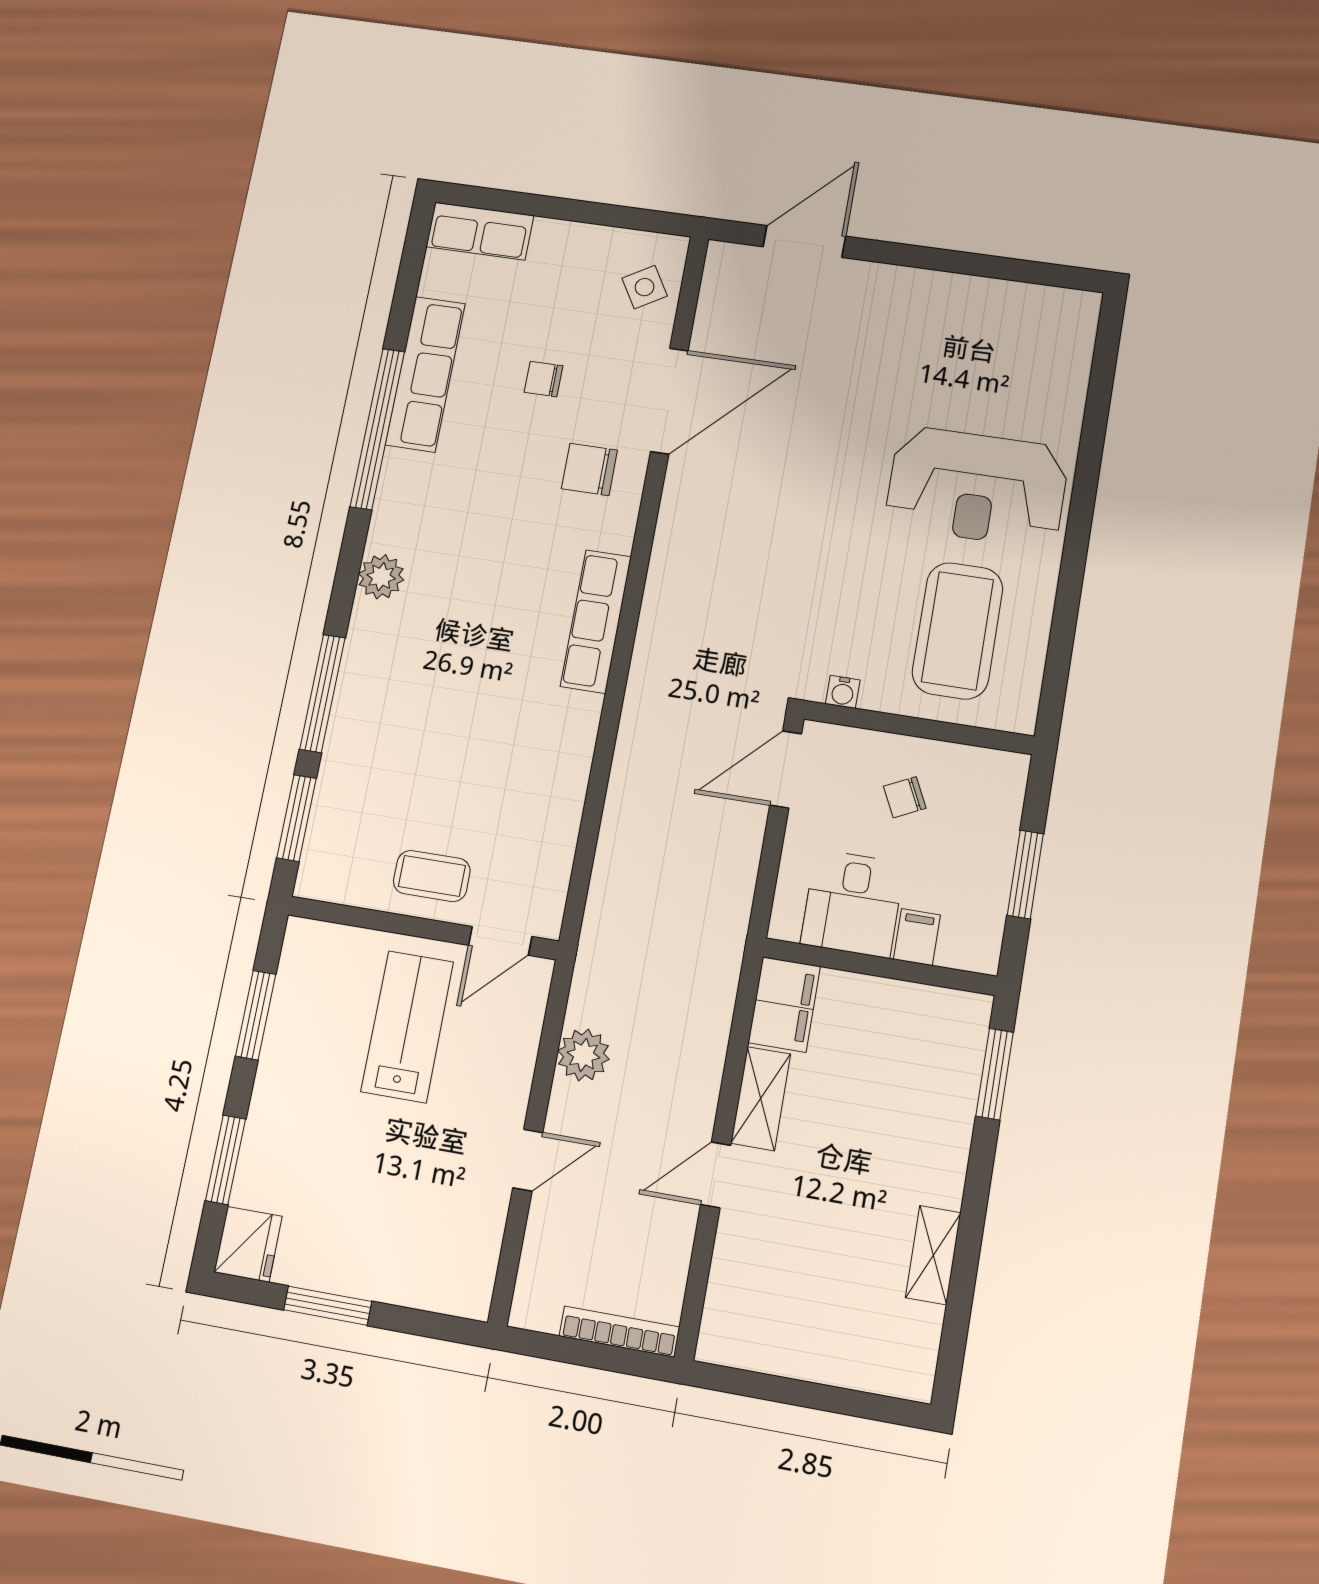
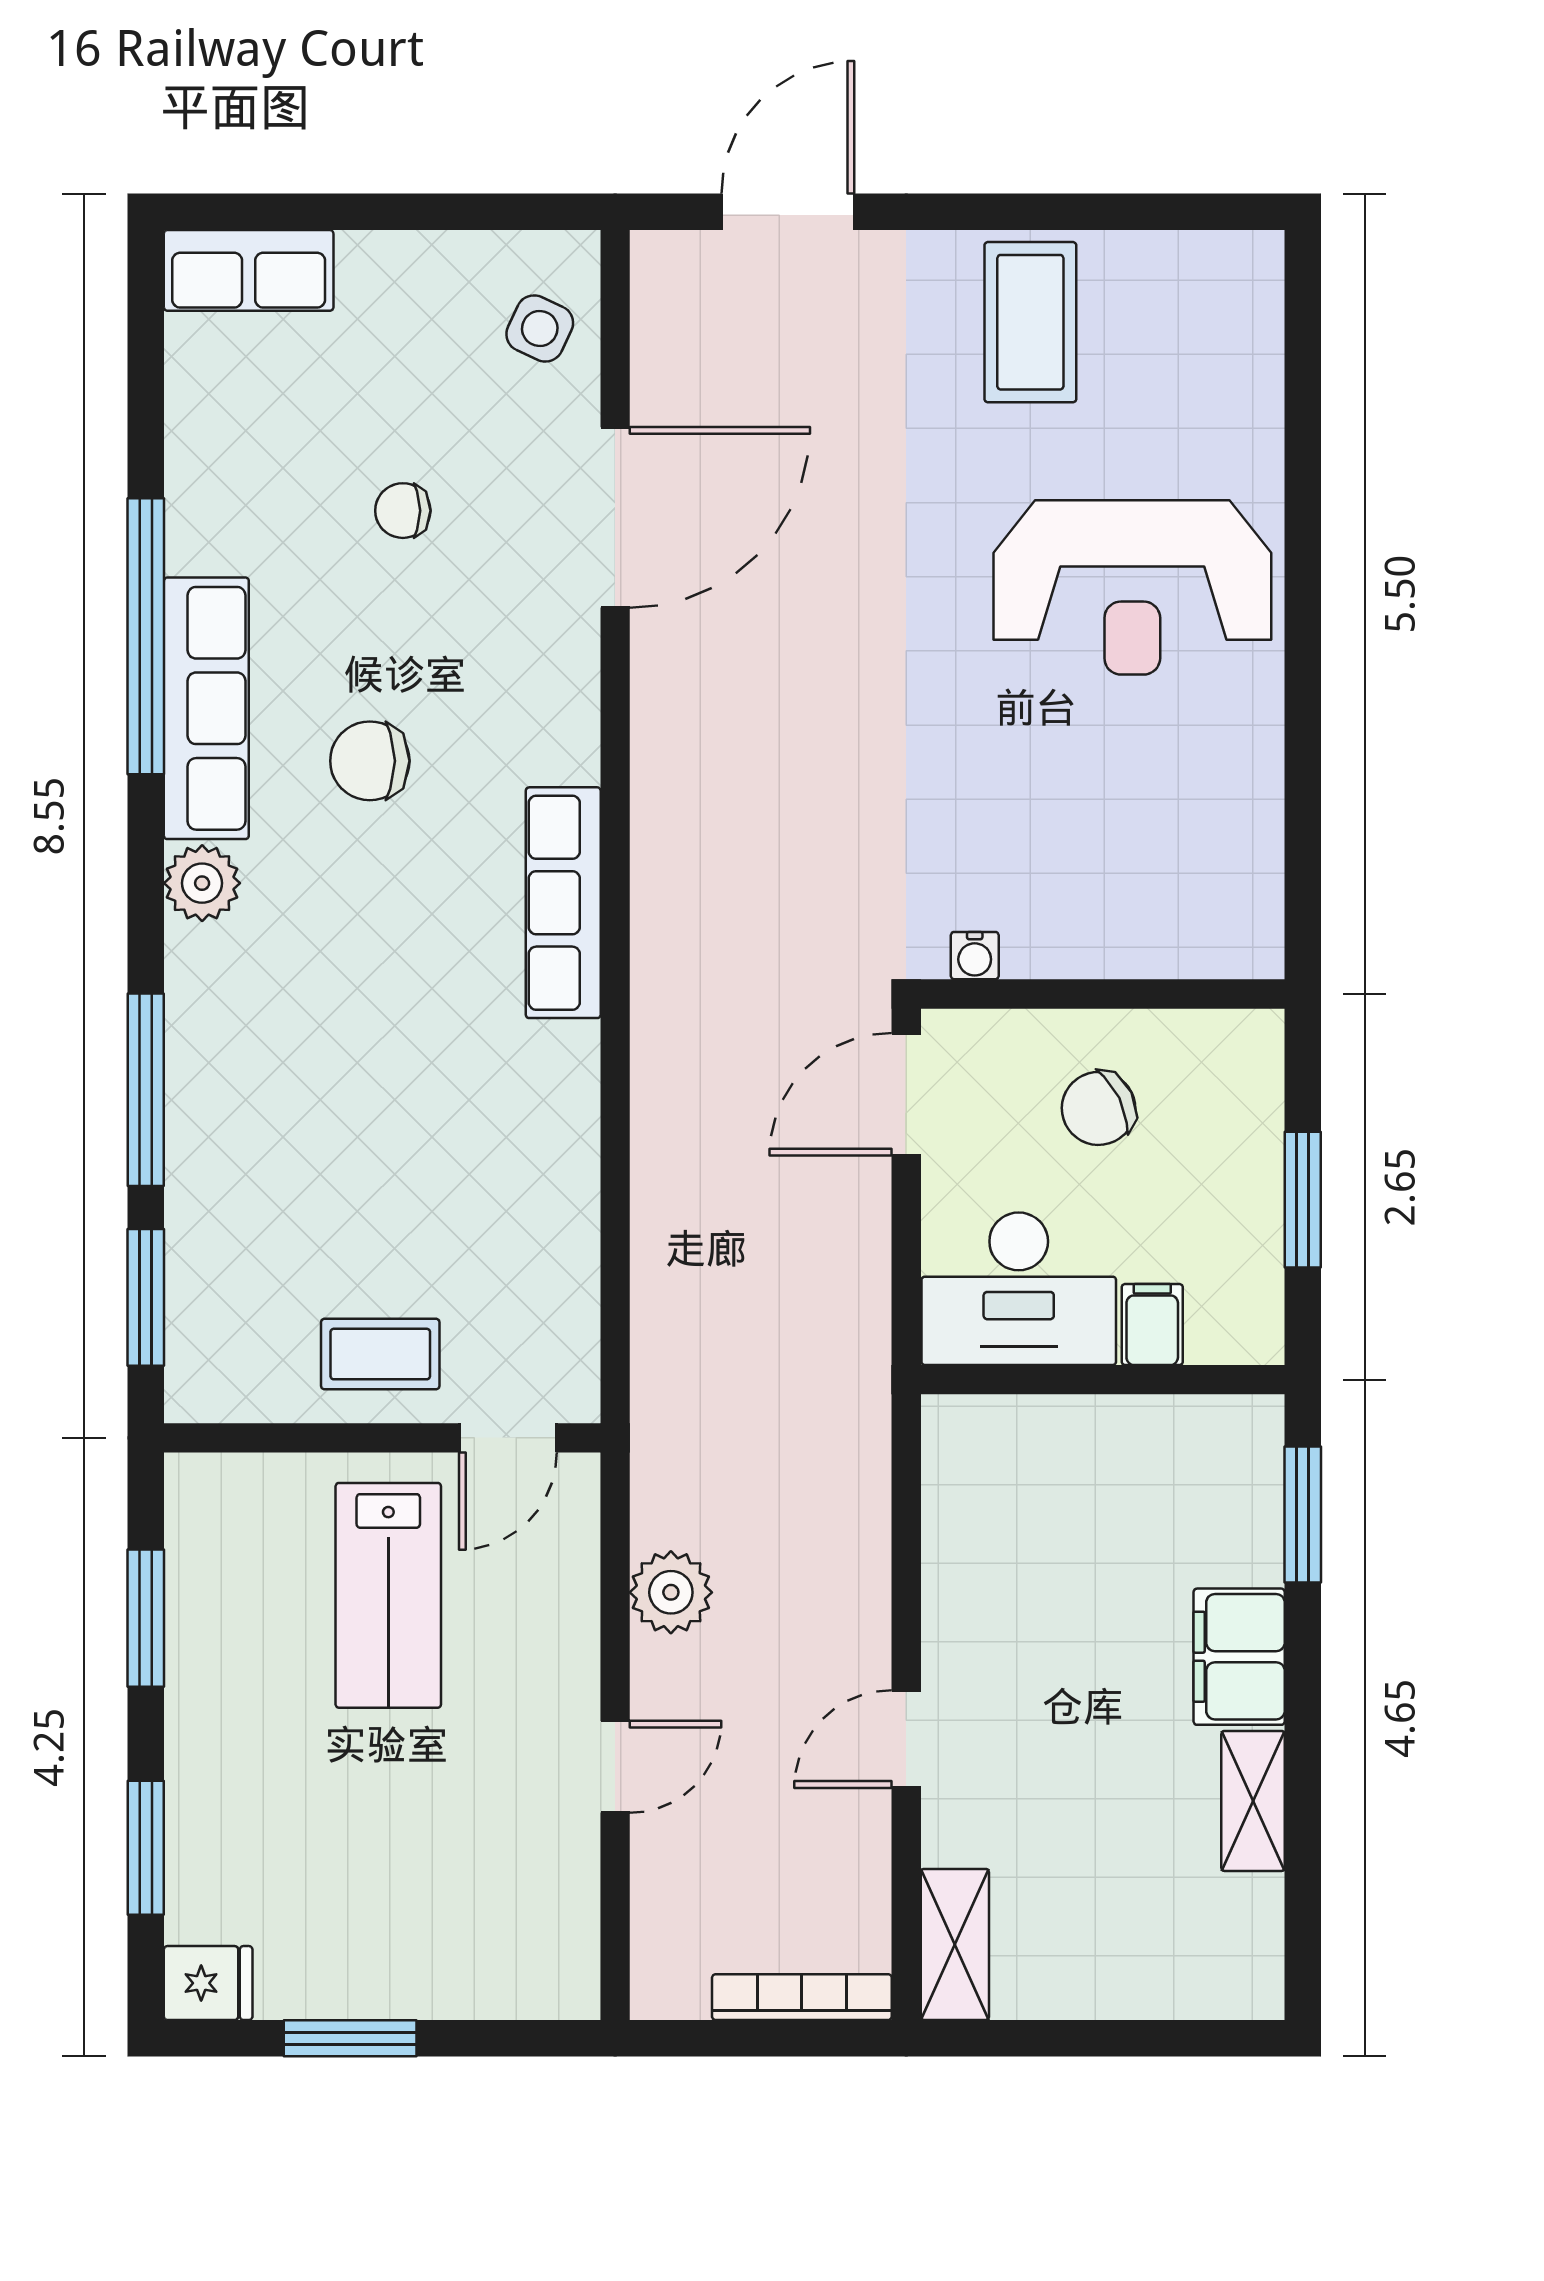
side table: (645, 287) -> (540, 328), turned -34
row of seats: (425, 374) -> (206, 708), moved
chair: (589, 469) -> (370, 761), moved
coffee table: (958, 631) -> (1030, 322), moved, width x0.73, depth x0.76
chair: (905, 797) -> (1099, 1108), width x1.37, depth x1.37
desk: (853, 904) -> (1019, 1289), width x1.37
filing cabinet: (784, 1004) -> (1239, 1657), moved, turned 180
lab bench: (407, 1027) -> (388, 1595), turned 180
shelving: (761, 1099) -> (955, 1944), moved
fridge: (248, 1244) -> (208, 1983), width x0.72

